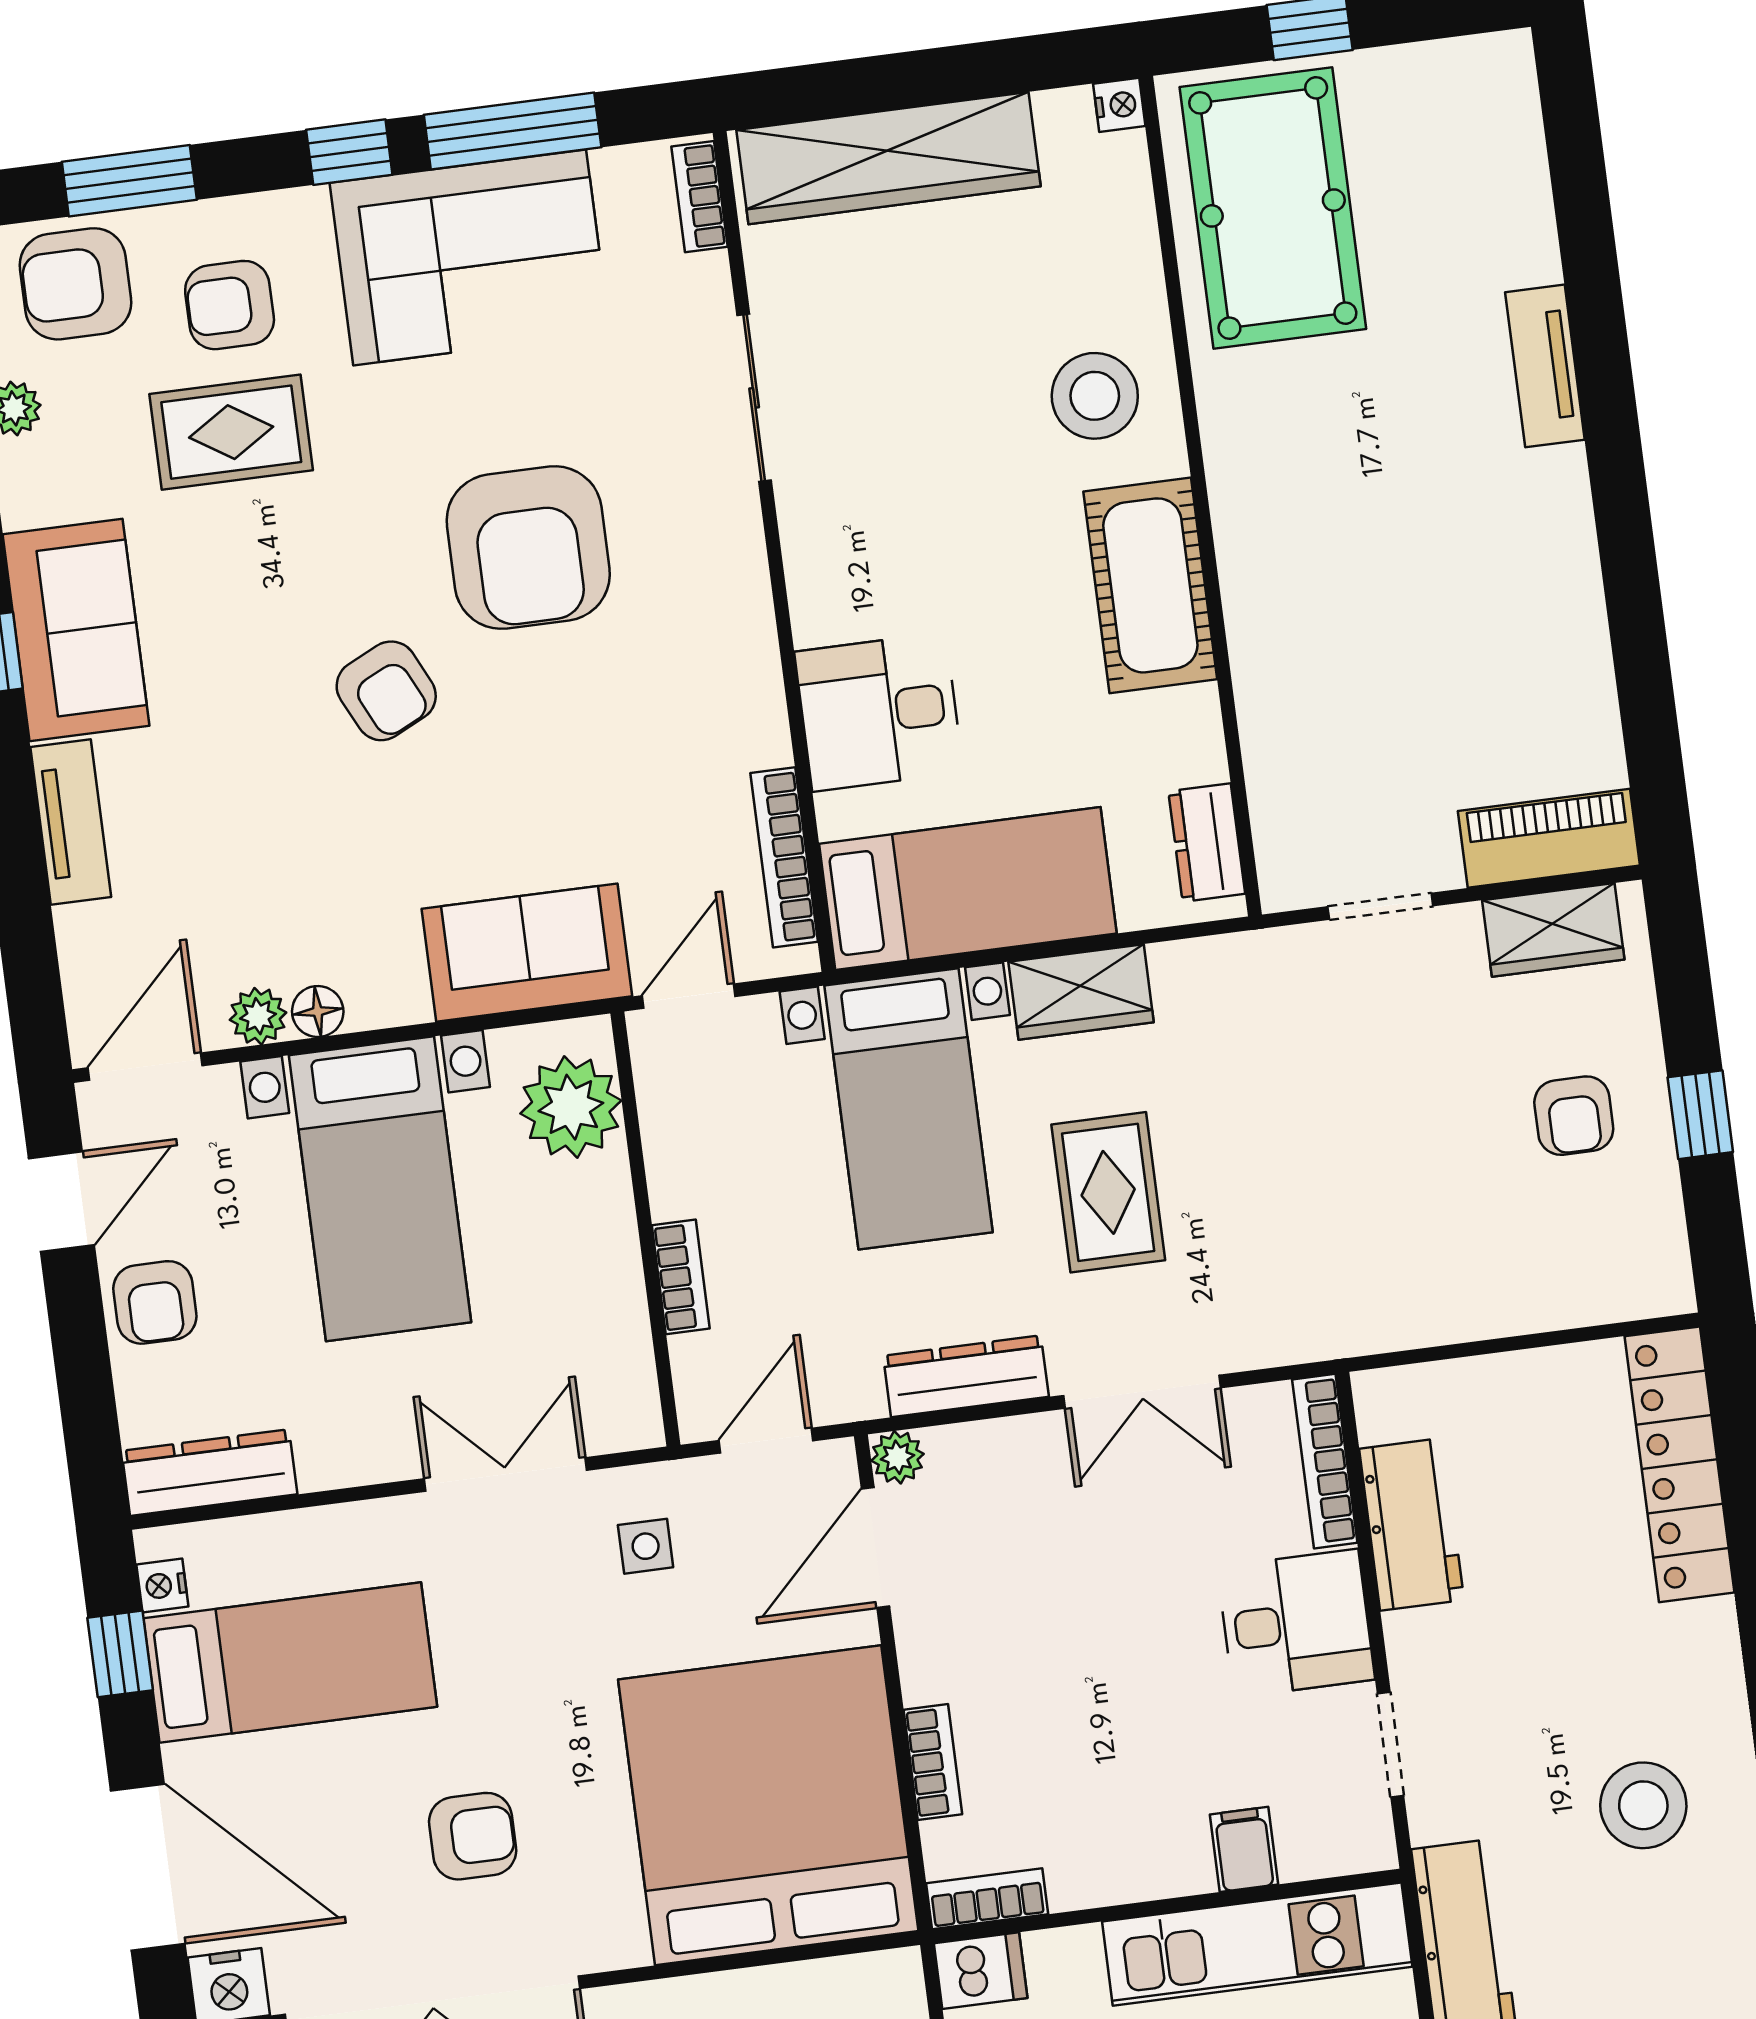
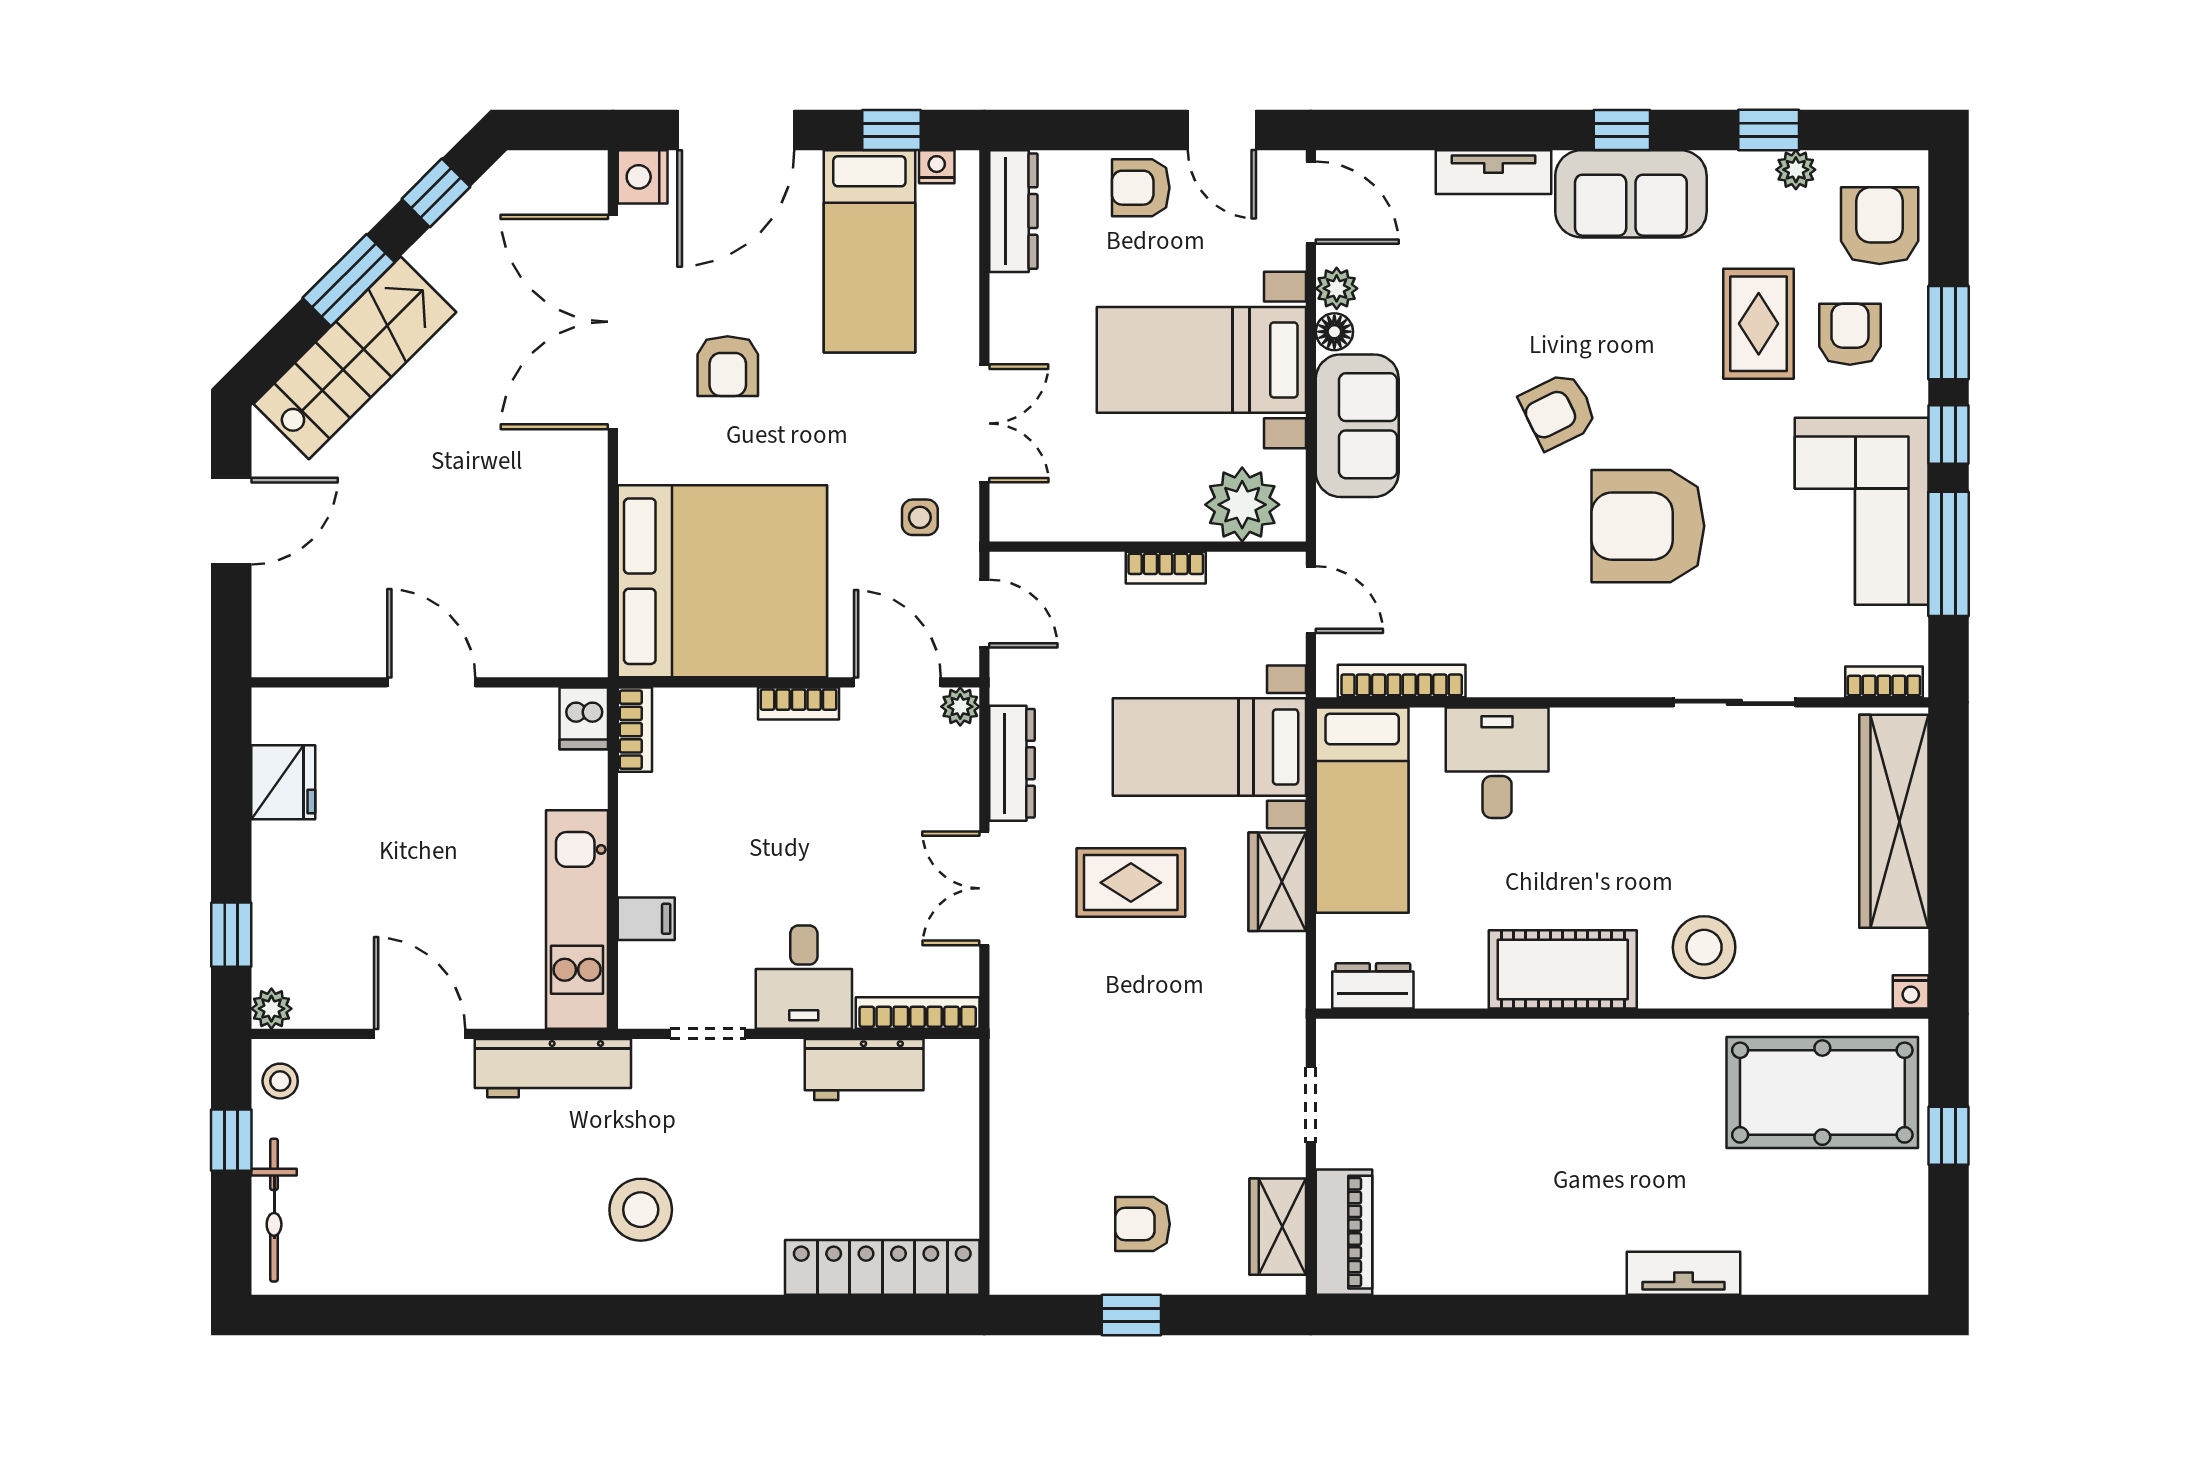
window: (129, 181) -> (1949, 333), moved
sofa: (527, 953) -> (1357, 426), moved
bookcase: (681, 1277) -> (1166, 568), moved
bookcase: (933, 1762) -> (799, 703), moved

